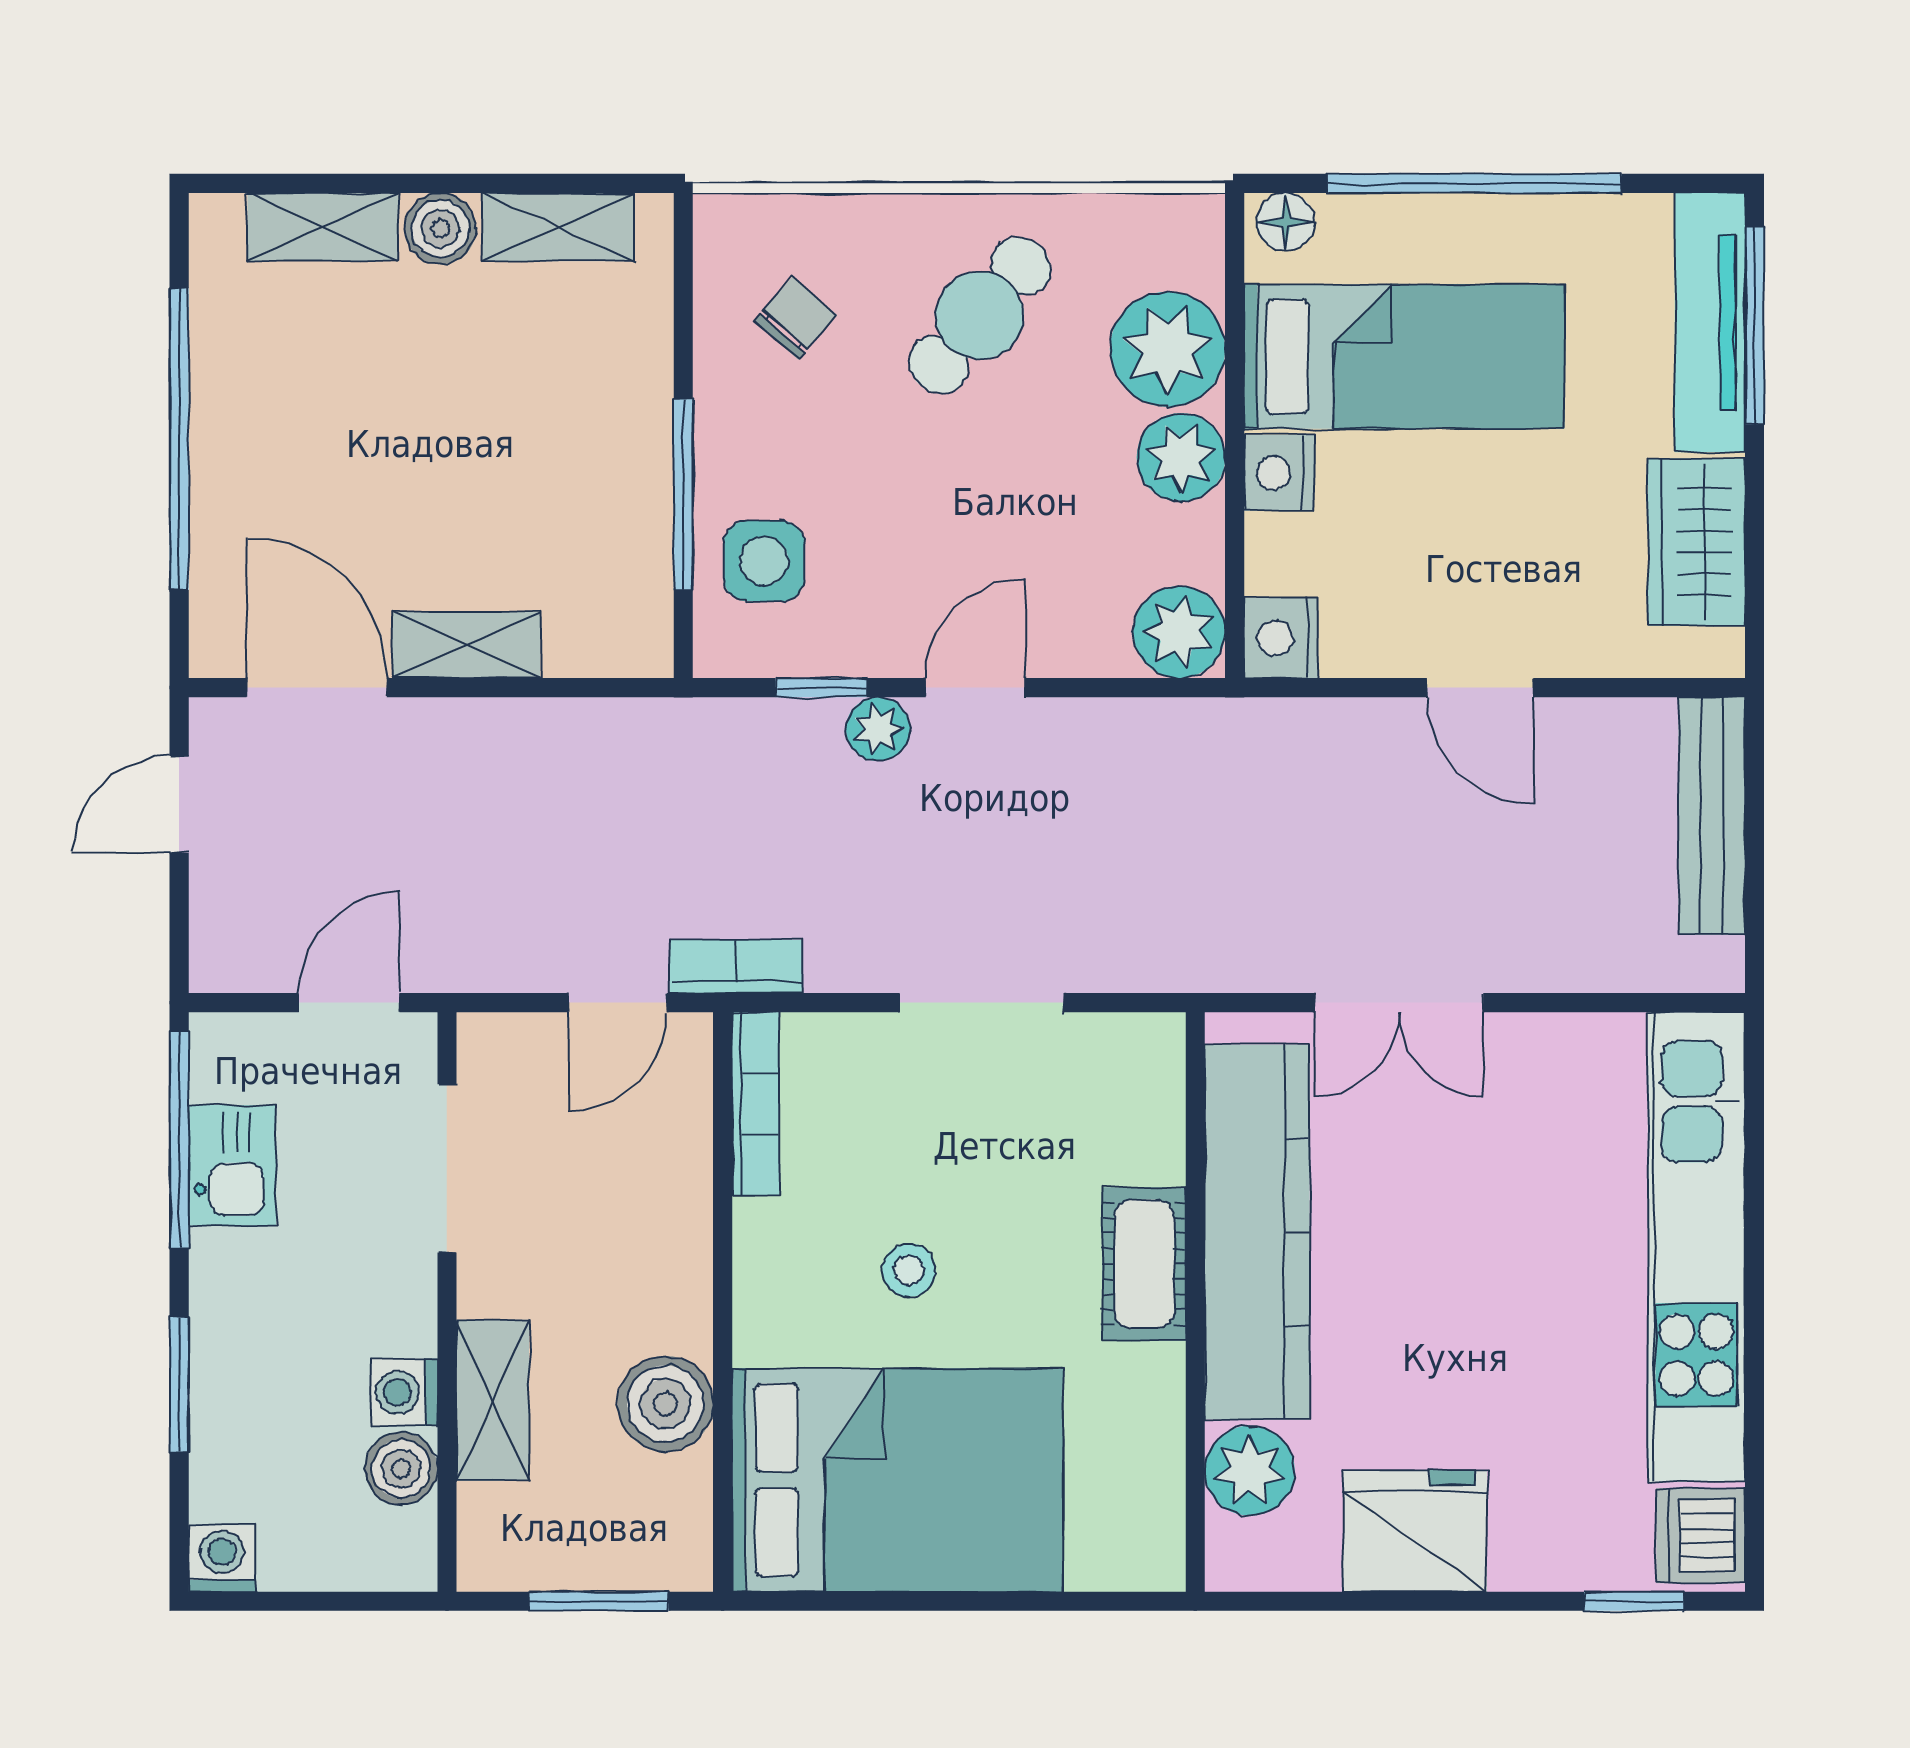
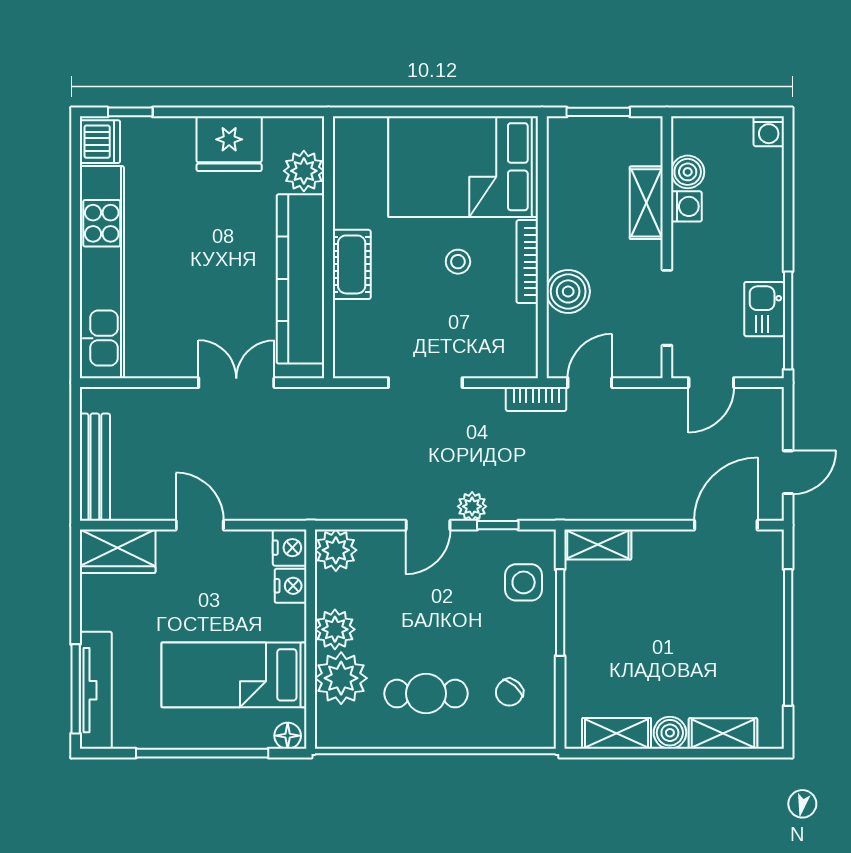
cafe table: (980, 315) -> (426, 694), turned 50
nightstand: (1279, 473) -> (291, 586), moved
wardrobe: (1697, 542) -> (118, 551), moved, turned 90
shelving: (466, 645) -> (598, 544), moved
door: (317, 688) -> (726, 525), swing flipped
bookcase: (756, 1104) -> (527, 262), moved
window: (179, 1384) -> (788, 210), removed
boiler: (665, 1404) -> (568, 291), moved

